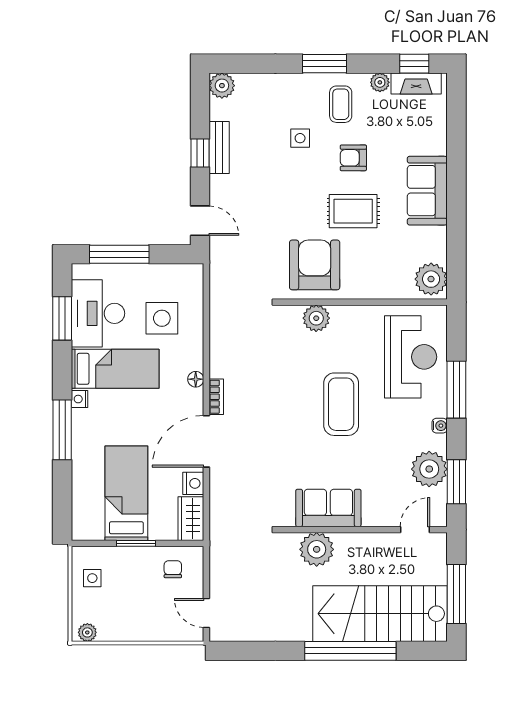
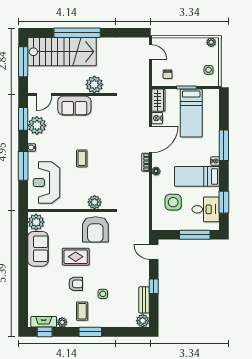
bench: (219, 148) -> (144, 300), moved
sofa: (427, 191) -> (38, 249), moved
desk: (98, 313) -> (206, 209), width x0.73
coffee table: (341, 404) -> (82, 158), width x0.54, depth x0.58
sofa: (328, 508) -> (74, 106), moved

